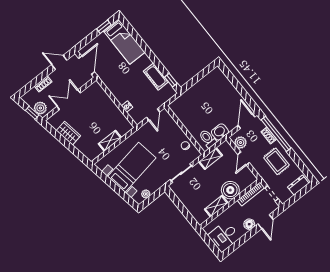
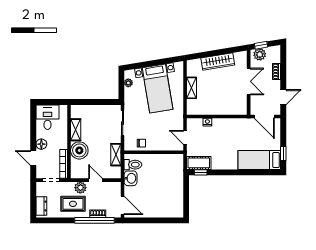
cot: (156, 77) -> (199, 163), moved
wardrobe: (68, 133) -> (218, 62), width x1.50
plant: (240, 143) -> (80, 188), moved

